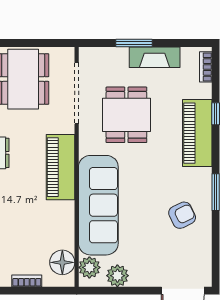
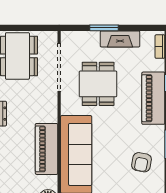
piano: (60, 167) -> (47, 149), moved
armchair: (182, 215) -> (142, 162), turned 127

